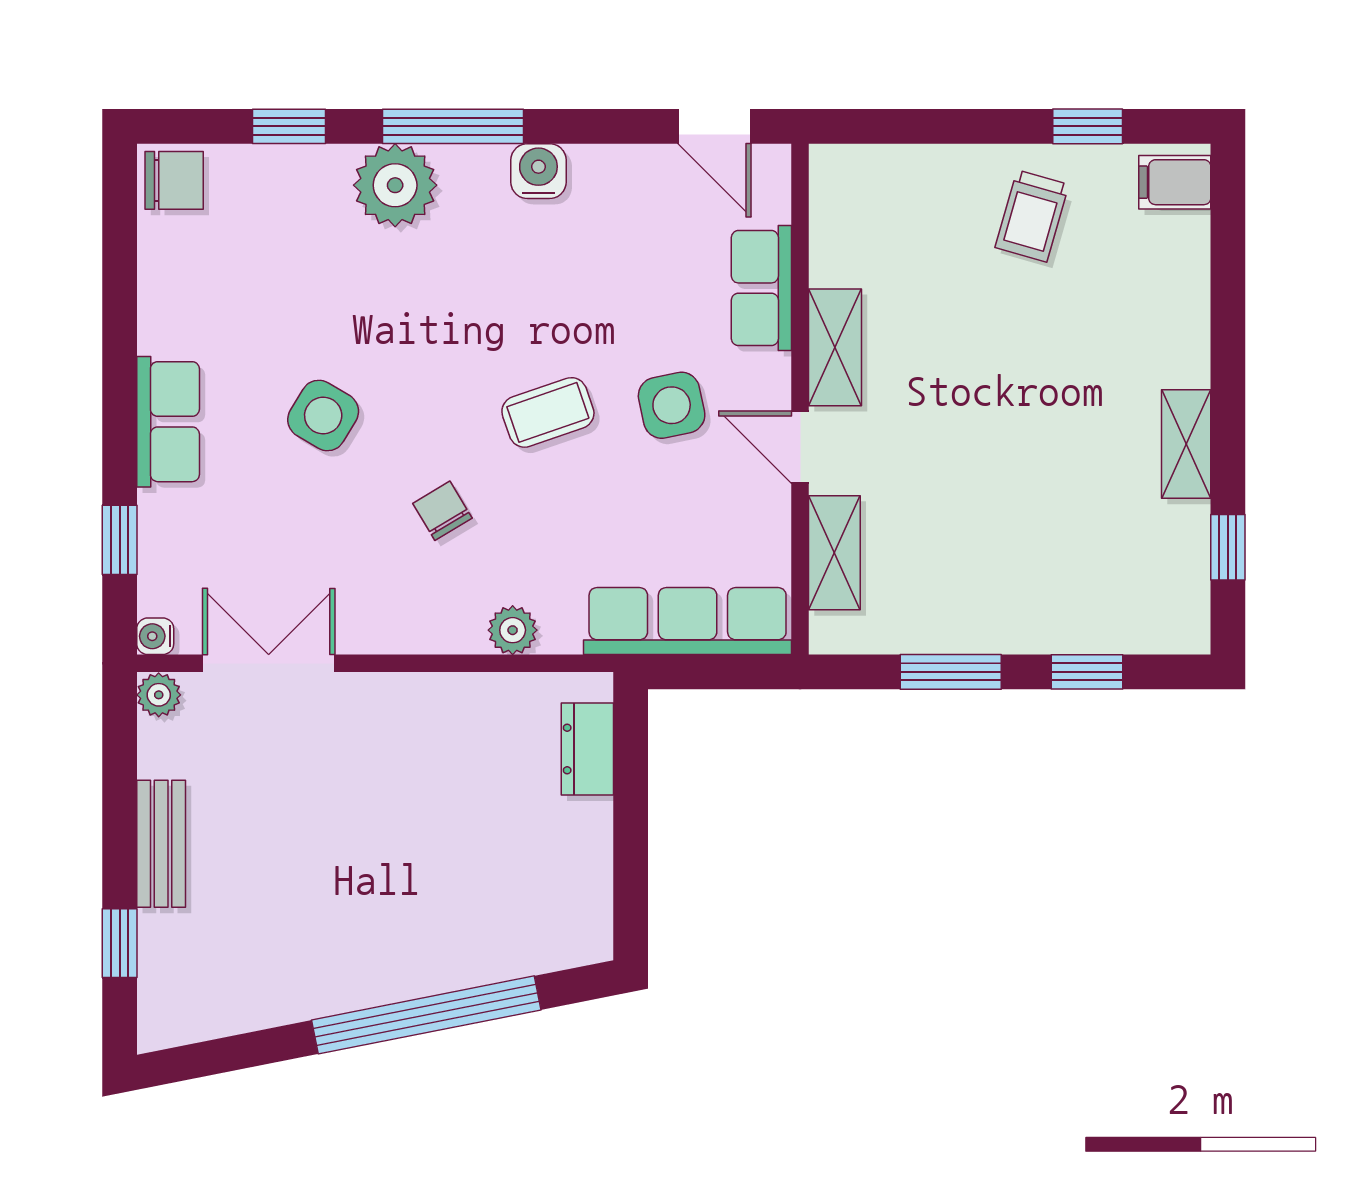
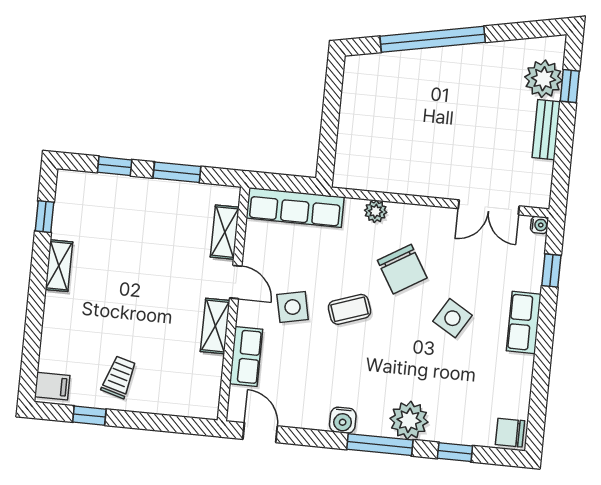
chair: (442, 511) -> (402, 269), width x1.87, depth x1.87
plant: (159, 695) -> (543, 79), moved, width x1.87, depth x1.87
dresser: (587, 749) -> (347, 154), removed

